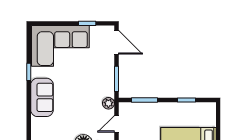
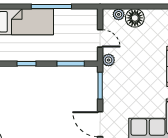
door: (116, 124) -> (100, 38), hinge flipped

